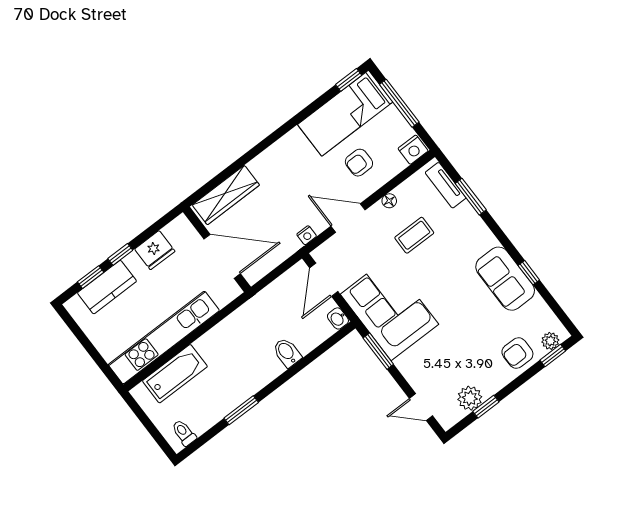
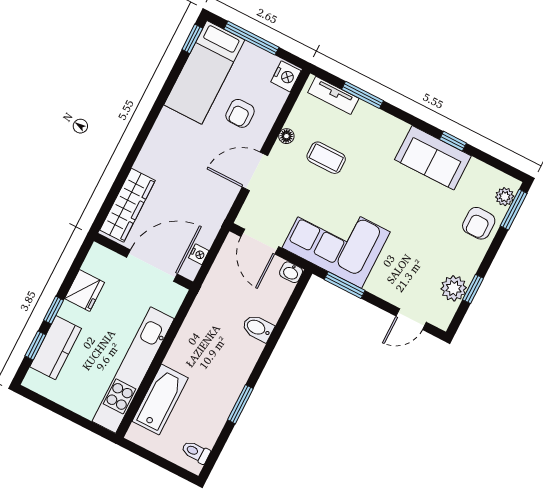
nightstand: (307, 235) -> (199, 254), moved
coffee table: (414, 235) -> (326, 158), turned 90
window: (553, 356) -> (514, 210), width x1.50

